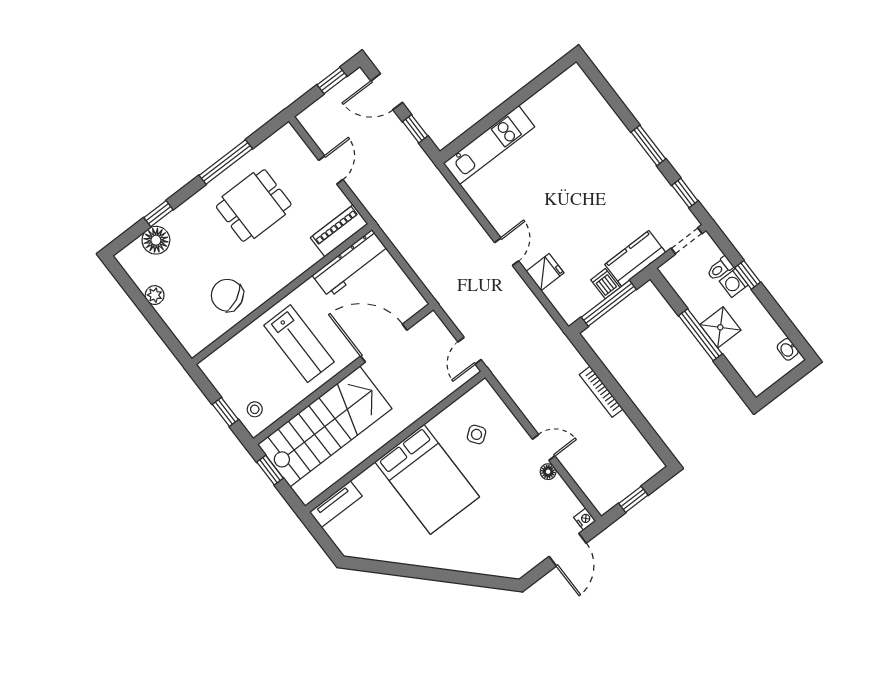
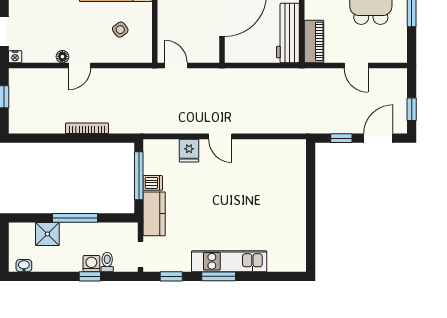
kitchen unit: (489, 145) -> (229, 261), moved, turned 90
shower: (720, 327) -> (47, 234), moved

